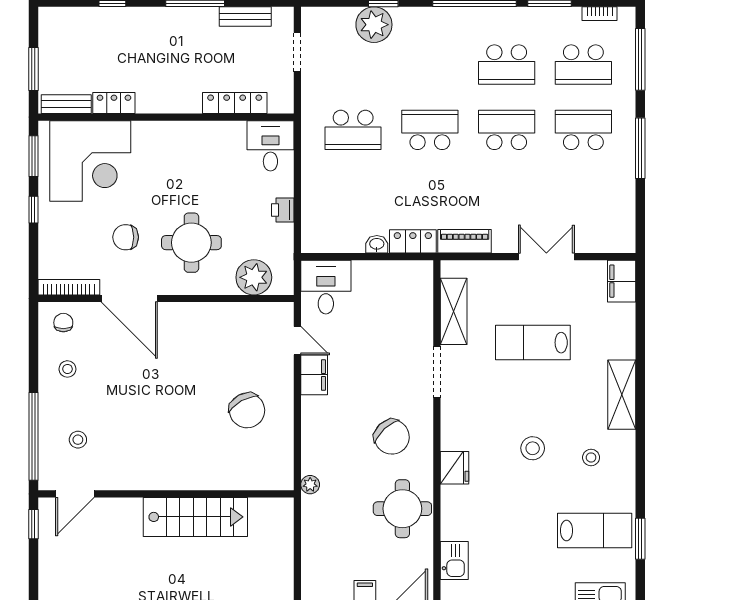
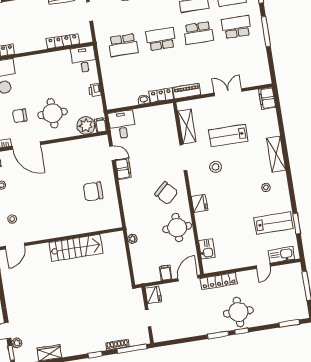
school desk: (507, 130) -> (199, 33), turned 180
filing cabinet: (284, 281) -> (101, 125), added
chair: (247, 410) -> (93, 191), turned 119
stool: (533, 448) -> (216, 167), moved
plant: (310, 485) -> (132, 239), moved

